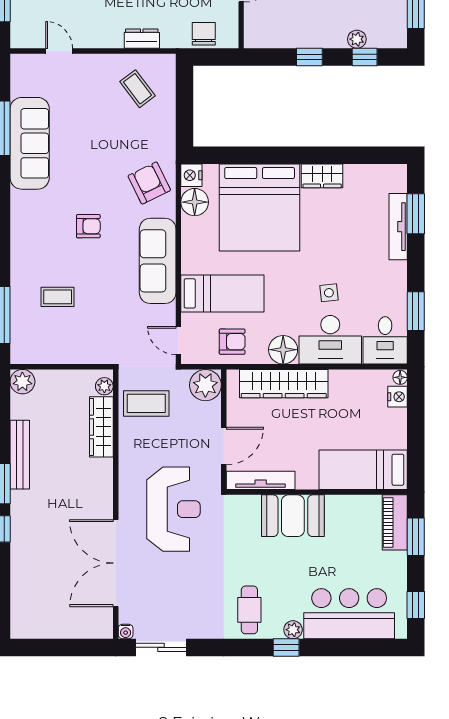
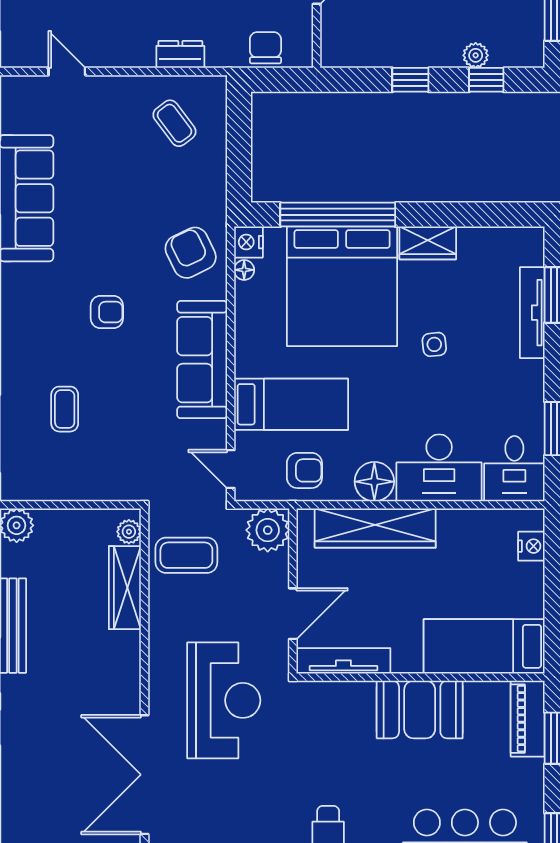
window: (256, 155) -> (338, 215), added
floor lamp: (195, 202) -> (244, 270), width x0.53, depth x0.53
side table: (329, 293) -> (434, 344), moved
coffee table: (58, 297) -> (65, 409), turned 90
floor lamp: (400, 377) -> (535, 520), removed
booth: (293, 516) -> (420, 709), moved

